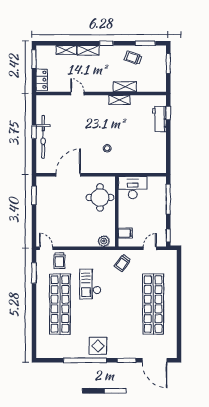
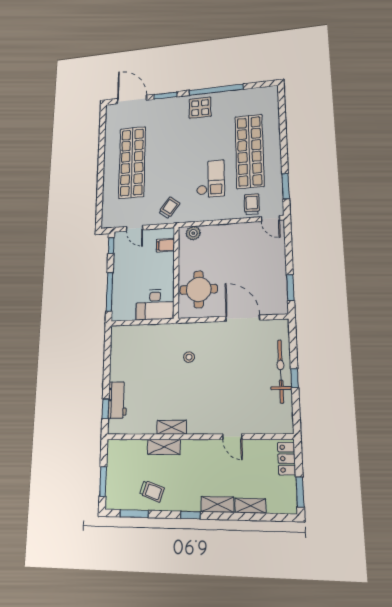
door: (68, 175) -> (243, 318), swing flipped
door: (150, 248) -> (135, 228), hinge flipped

